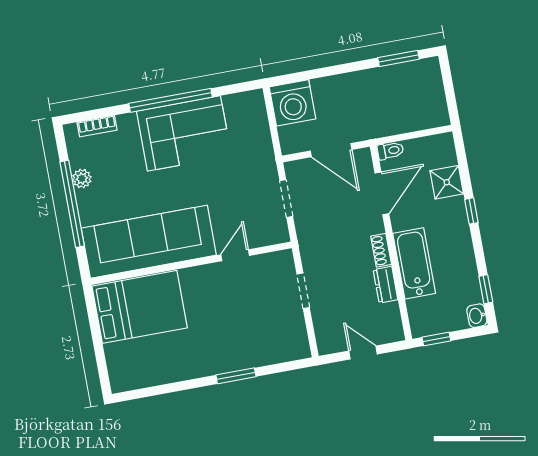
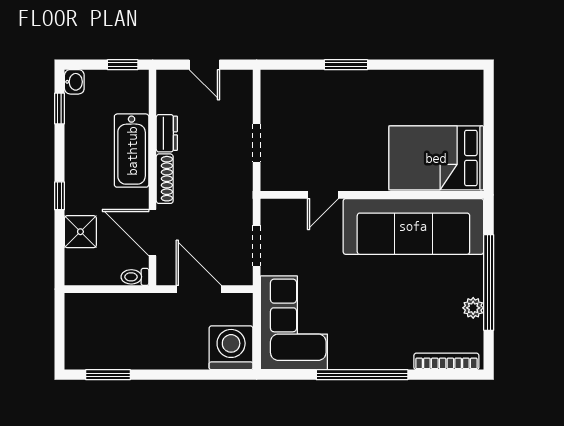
bookcase: (97, 126) -> (446, 361), width x1.56
corner sofa: (184, 133) -> (294, 323), moved, turned 90
door: (382, 193) -> (153, 233), hinge flipped
shoe rack: (381, 250) -> (165, 179), width x1.43

